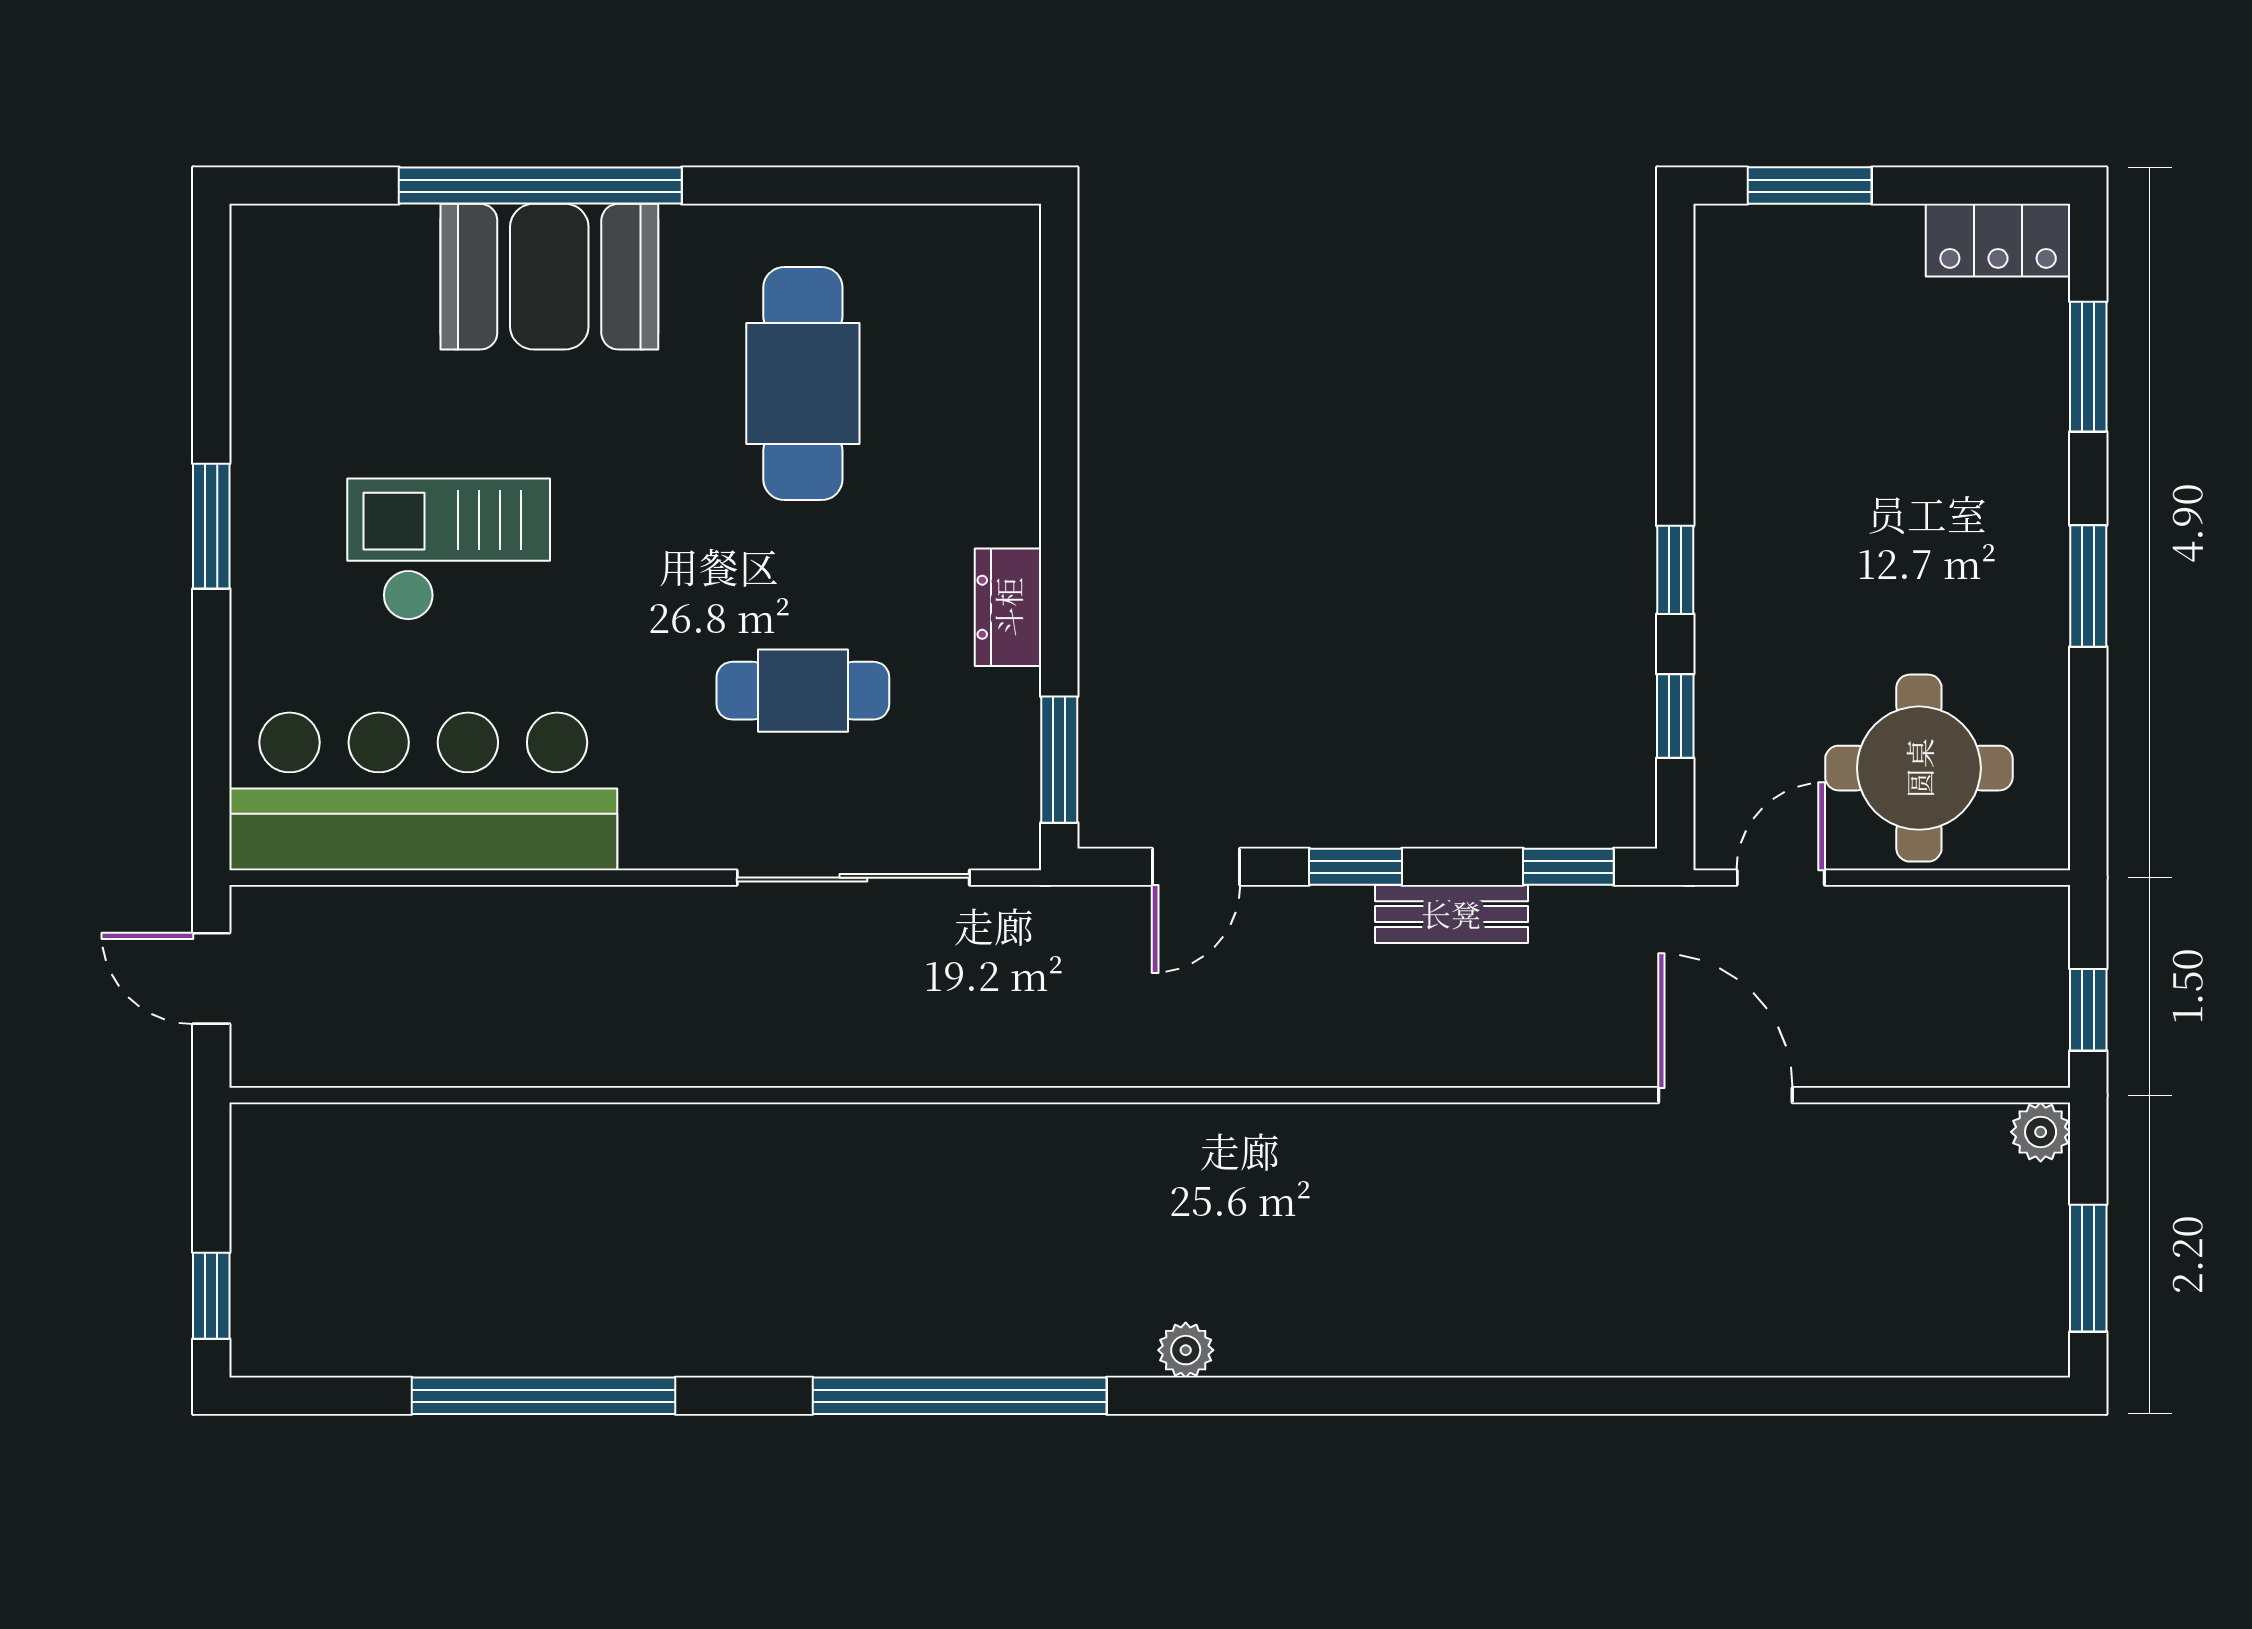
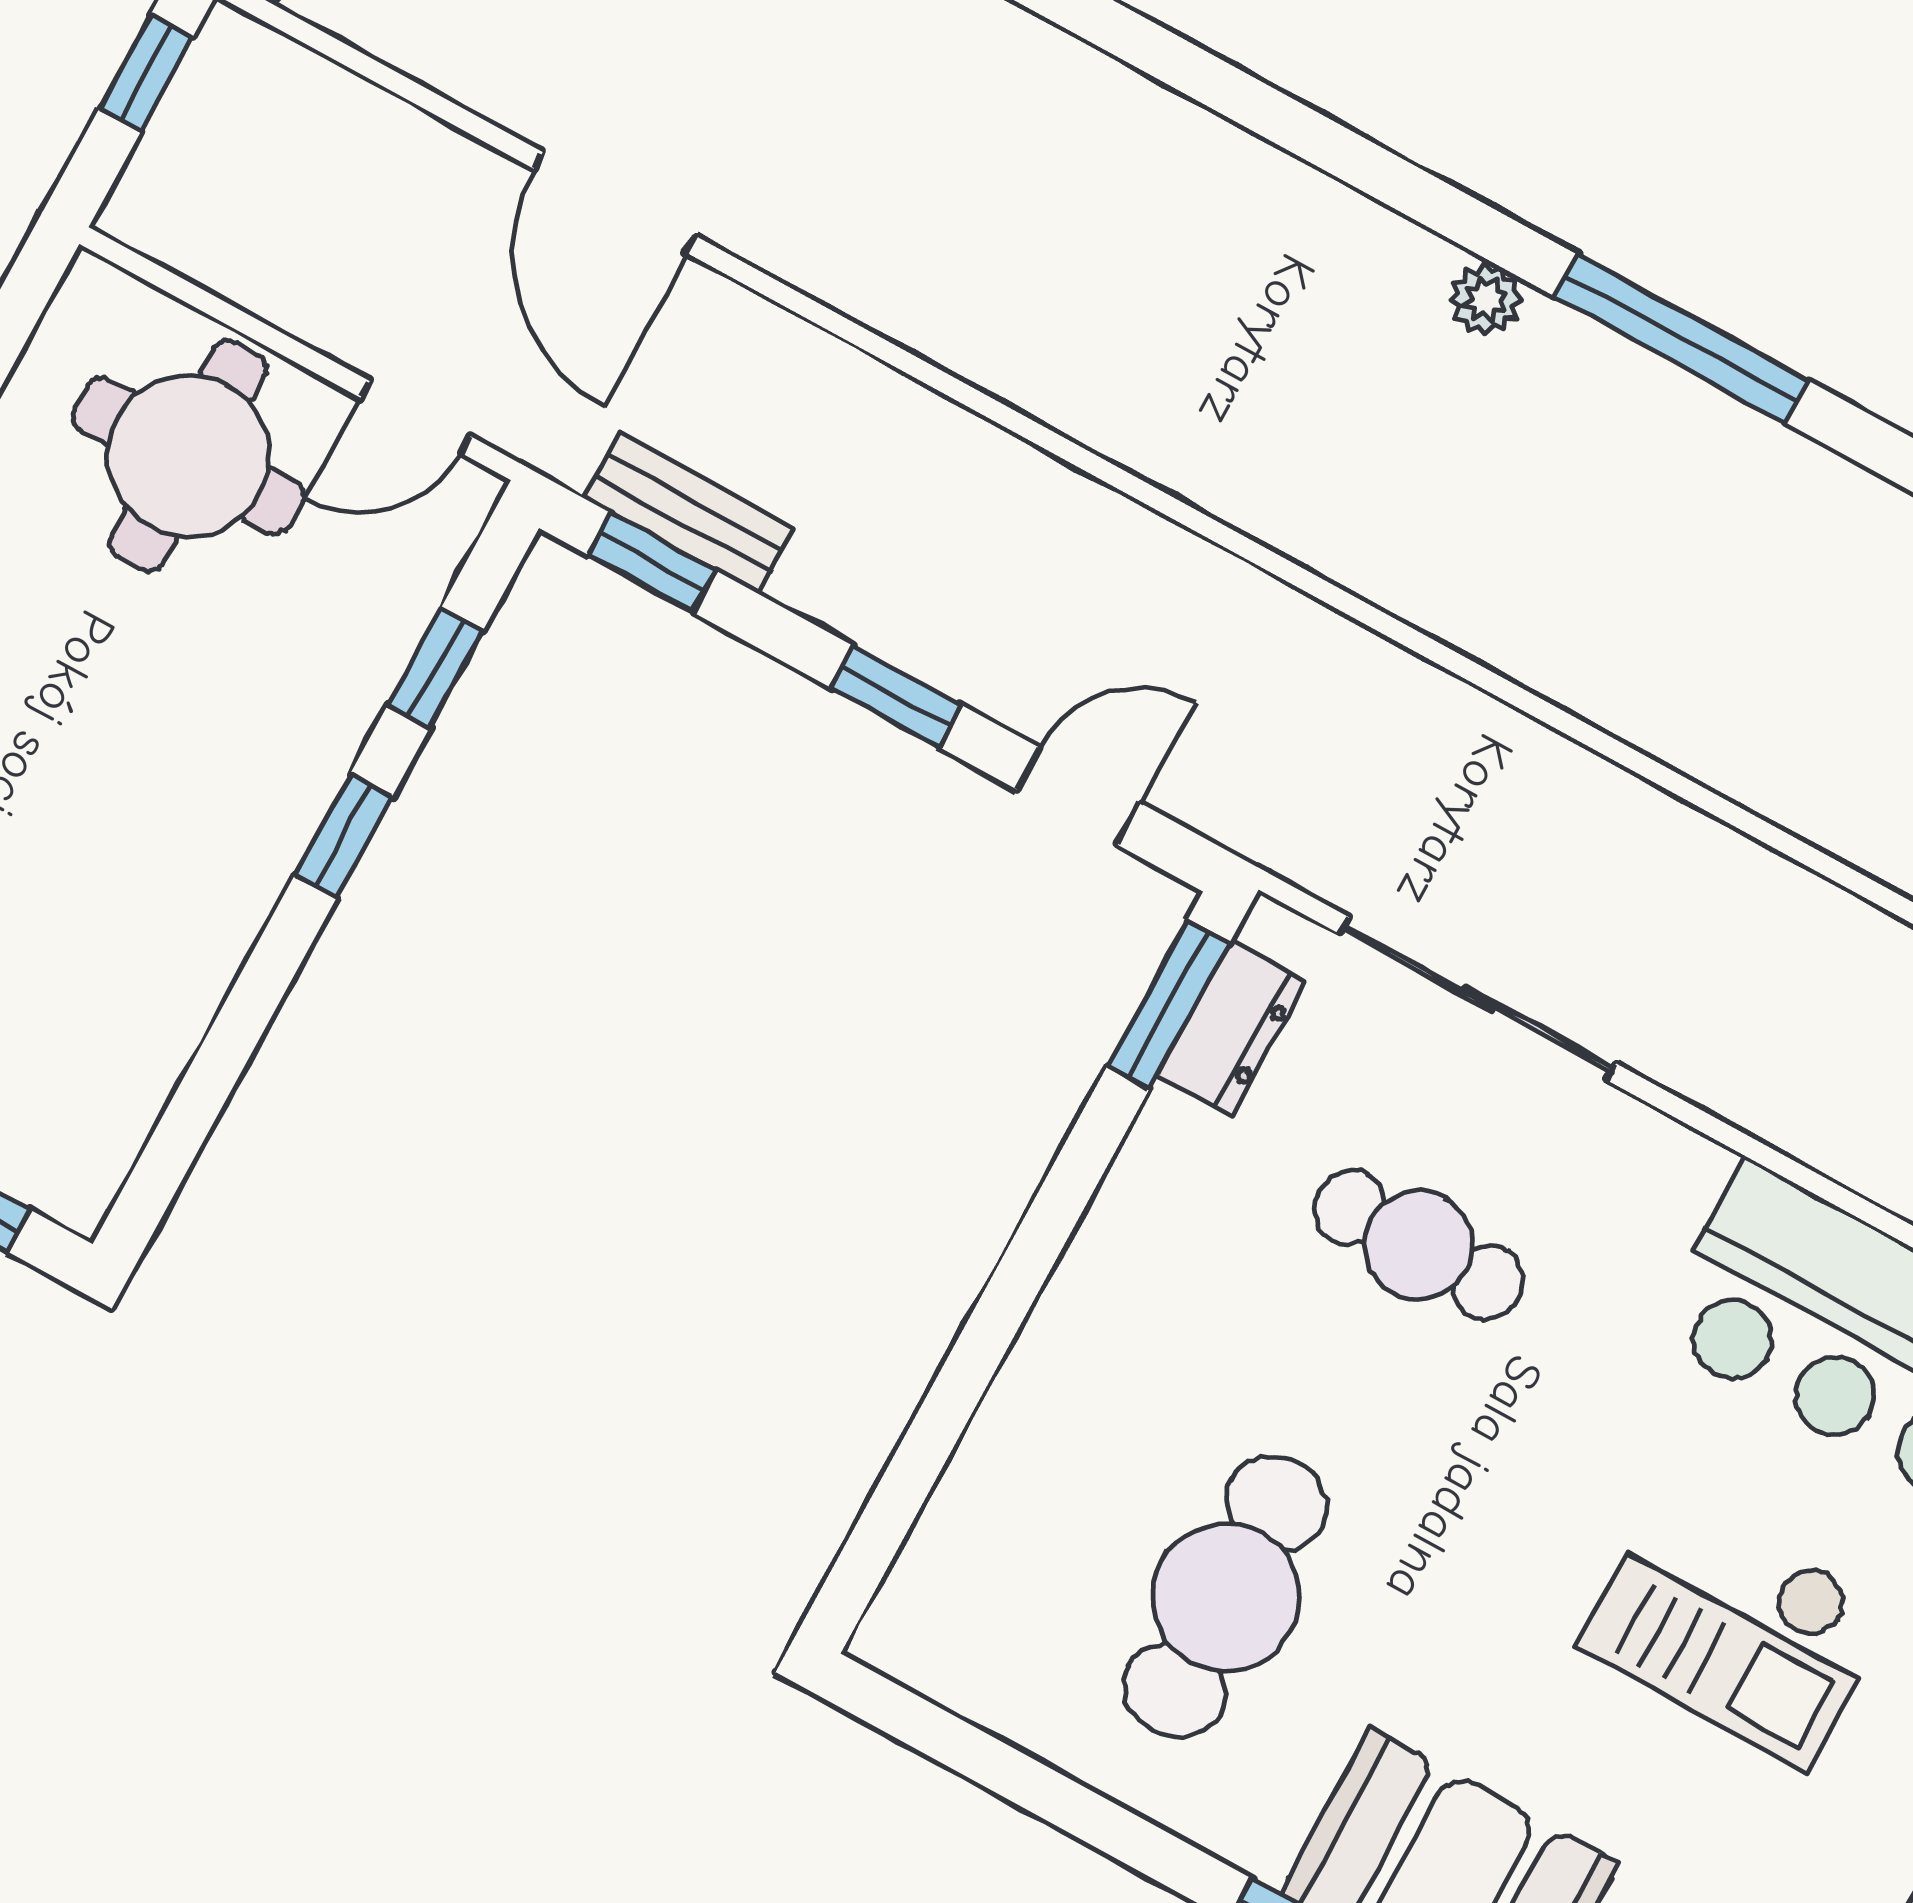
dresser: (1008, 607) -> (1232, 1029), moved
bench: (1451, 914) -> (689, 513), moved
plant: (1186, 1350) -> (1486, 299), moved
window: (960, 1396) -> (1681, 338), width x0.68

